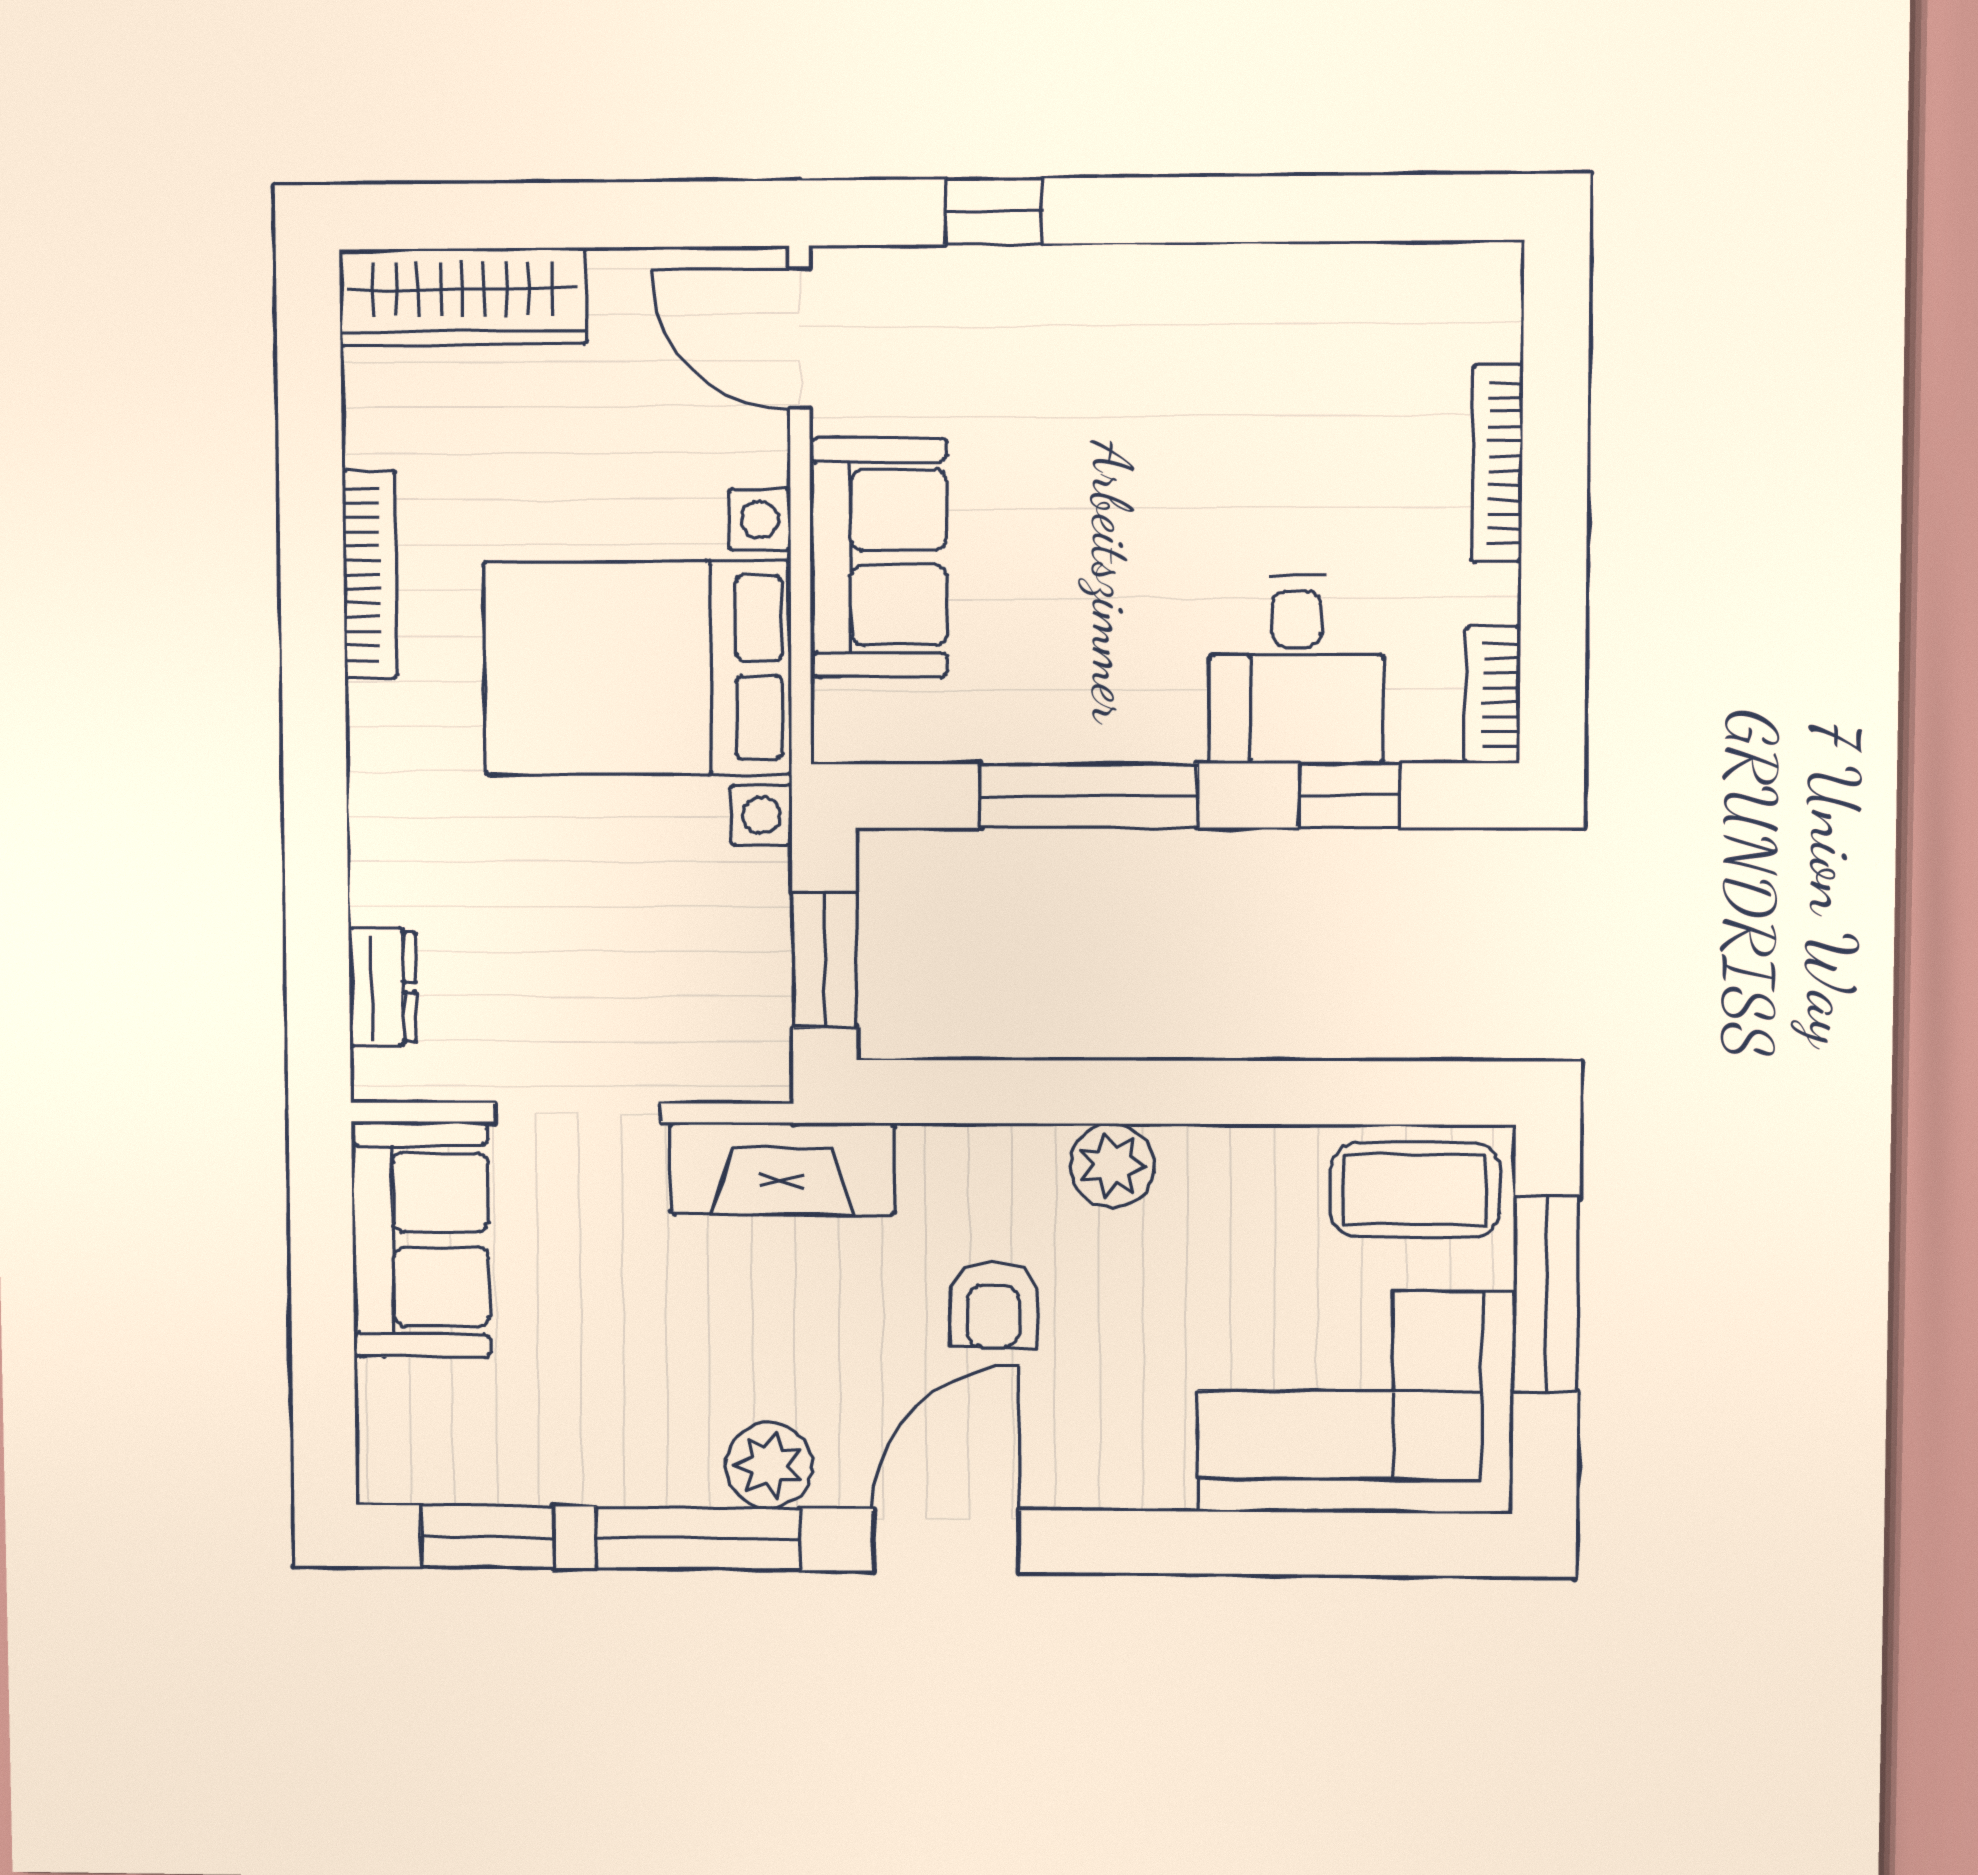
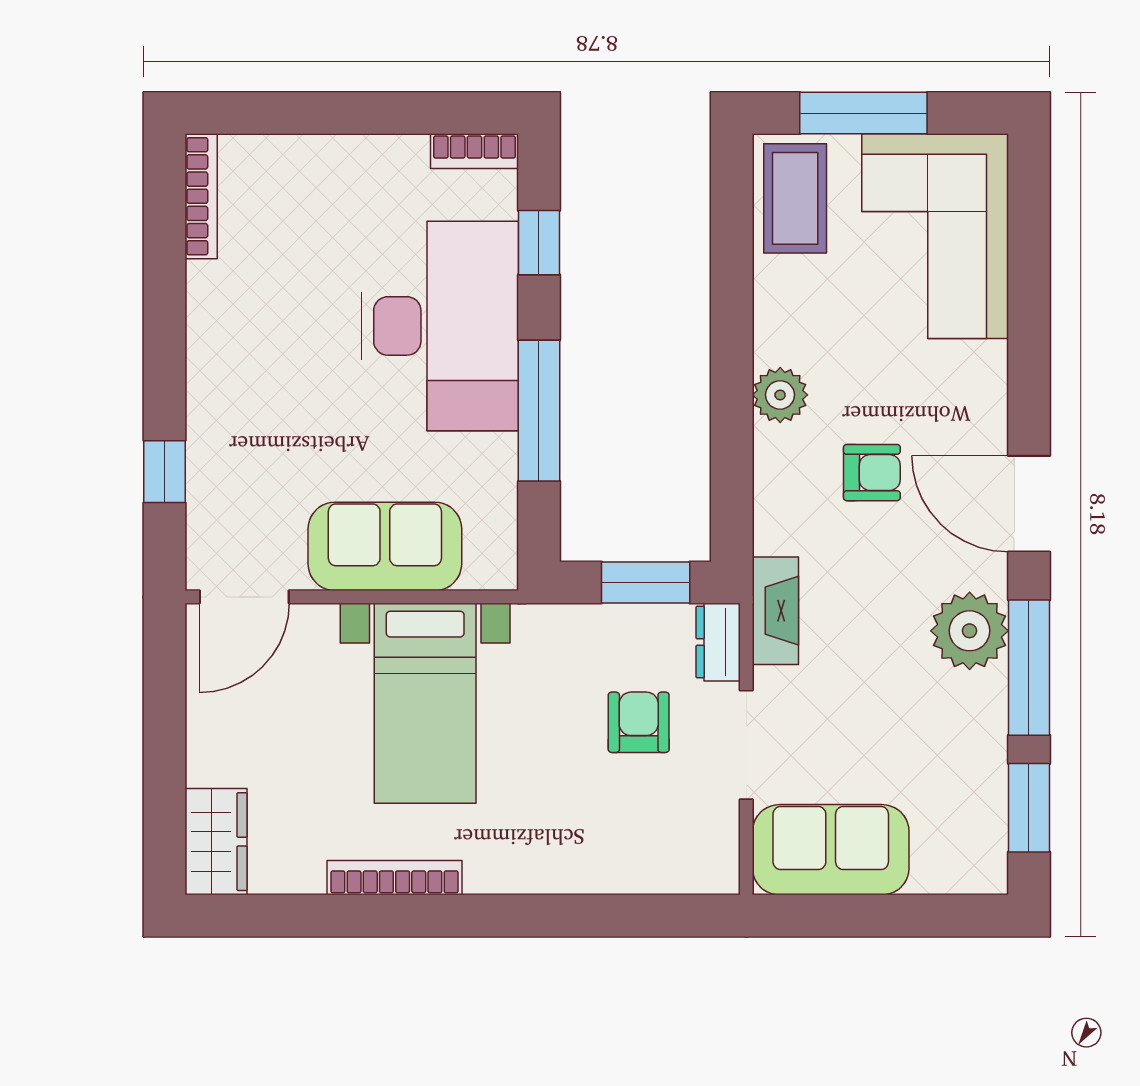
wardrobe: (463, 297) -> (216, 842), width x0.67
bookcase: (1497, 463) -> (201, 196), moved, turned -90
bed with nightstands: (638, 668) -> (425, 703), width x0.73
desk: (1296, 670) -> (440, 326), width x1.87, depth x1.30
armchair: (611, 949) -> (639, 722), added
dresser: (382, 987) -> (718, 642), moved, turned -90
fireplace: (782, 1169) -> (775, 611), width x0.73, depth x0.76
plant: (769, 1466) -> (970, 631), width x1.36, depth x1.36

